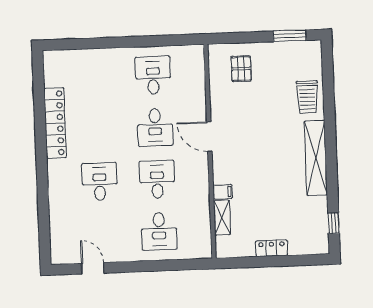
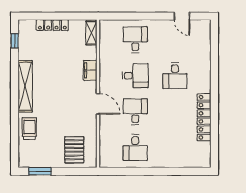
pallet: (241, 69) -> (74, 150), width x1.50, depth x1.42
desk: (157, 179) -> (135, 76), turned -90
filing cabinet: (223, 192) -> (90, 70), width x2.00
shelving: (222, 218) -> (91, 33), moved
locker: (271, 248) -> (52, 25), width x1.53

